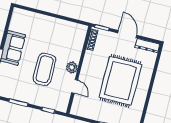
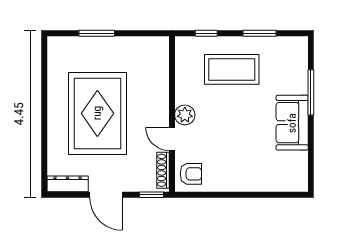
armchair: (77, 34) -> (191, 174), added
coffee table: (45, 69) -> (232, 69), moved, turned 90
door: (75, 86) -> (172, 139), moved

